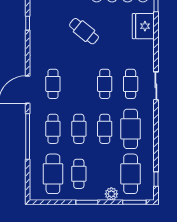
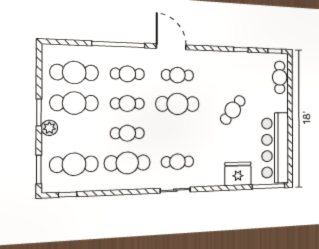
cafe table: (105, 84) -> (177, 104), moved, width x1.37, depth x1.35
cafe table: (79, 174) -> (74, 103), width x1.37, depth x1.35
plant: (111, 194) -> (49, 128), moved

